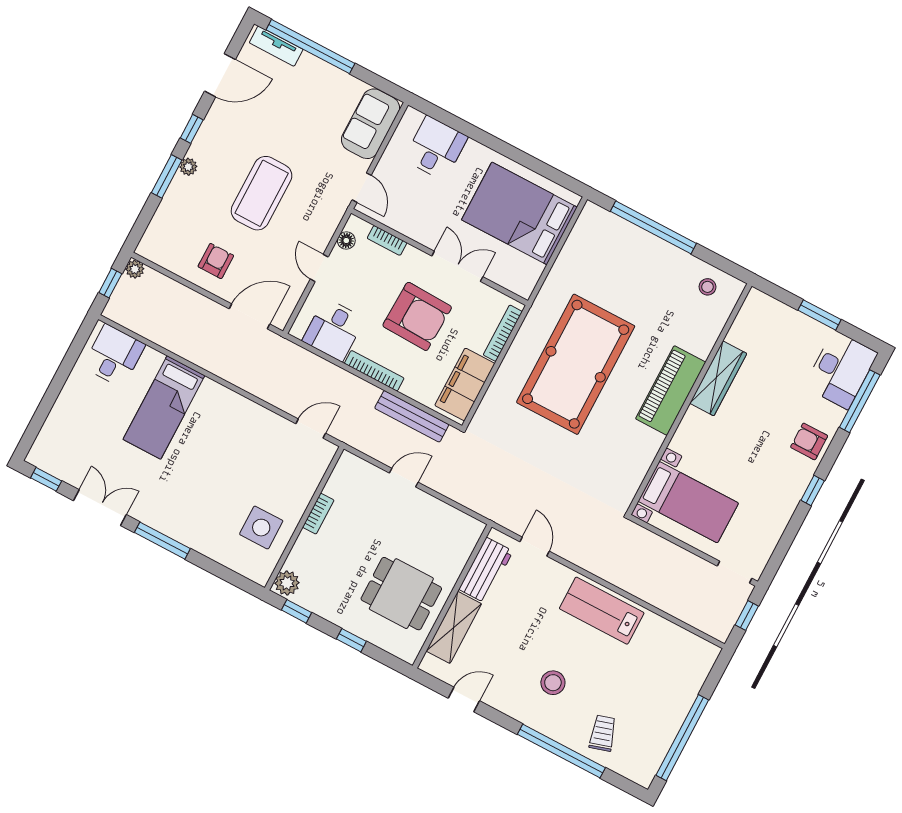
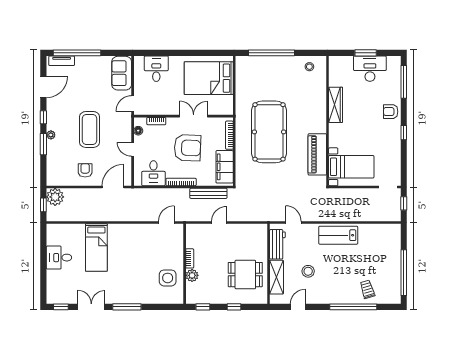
door: (362, 188) -> (133, 104), swing flipped
plant: (135, 269) -> (55, 197), width x1.88, depth x1.88
desk: (114, 356) -> (59, 258), moved, turned -90
desk: (841, 370) -> (370, 69), moved, turned -90
piano: (671, 390) -> (317, 154), moved
plant: (287, 583) -> (192, 275), moved
stool: (553, 683) -> (308, 271), moved

